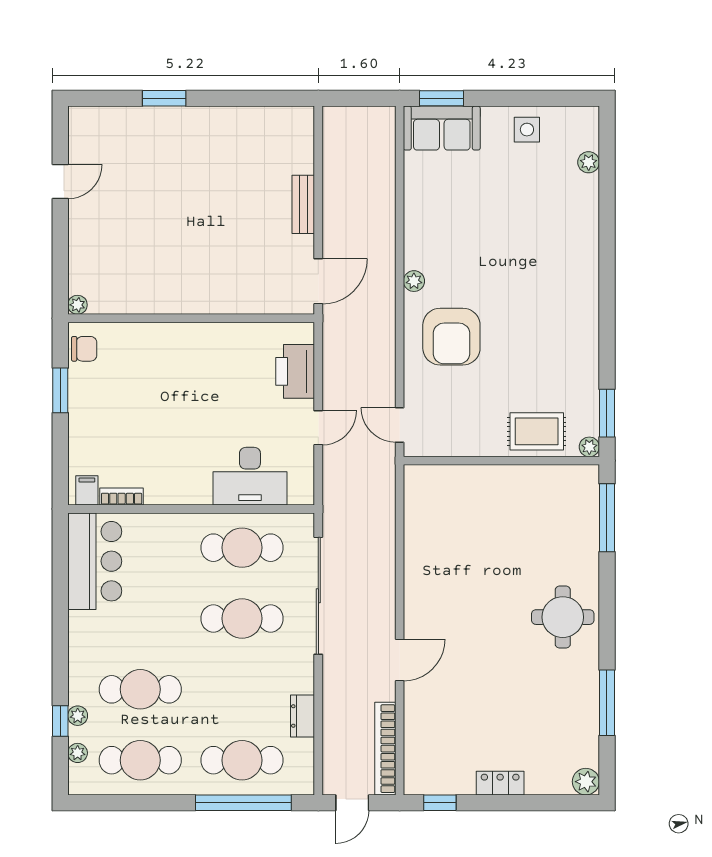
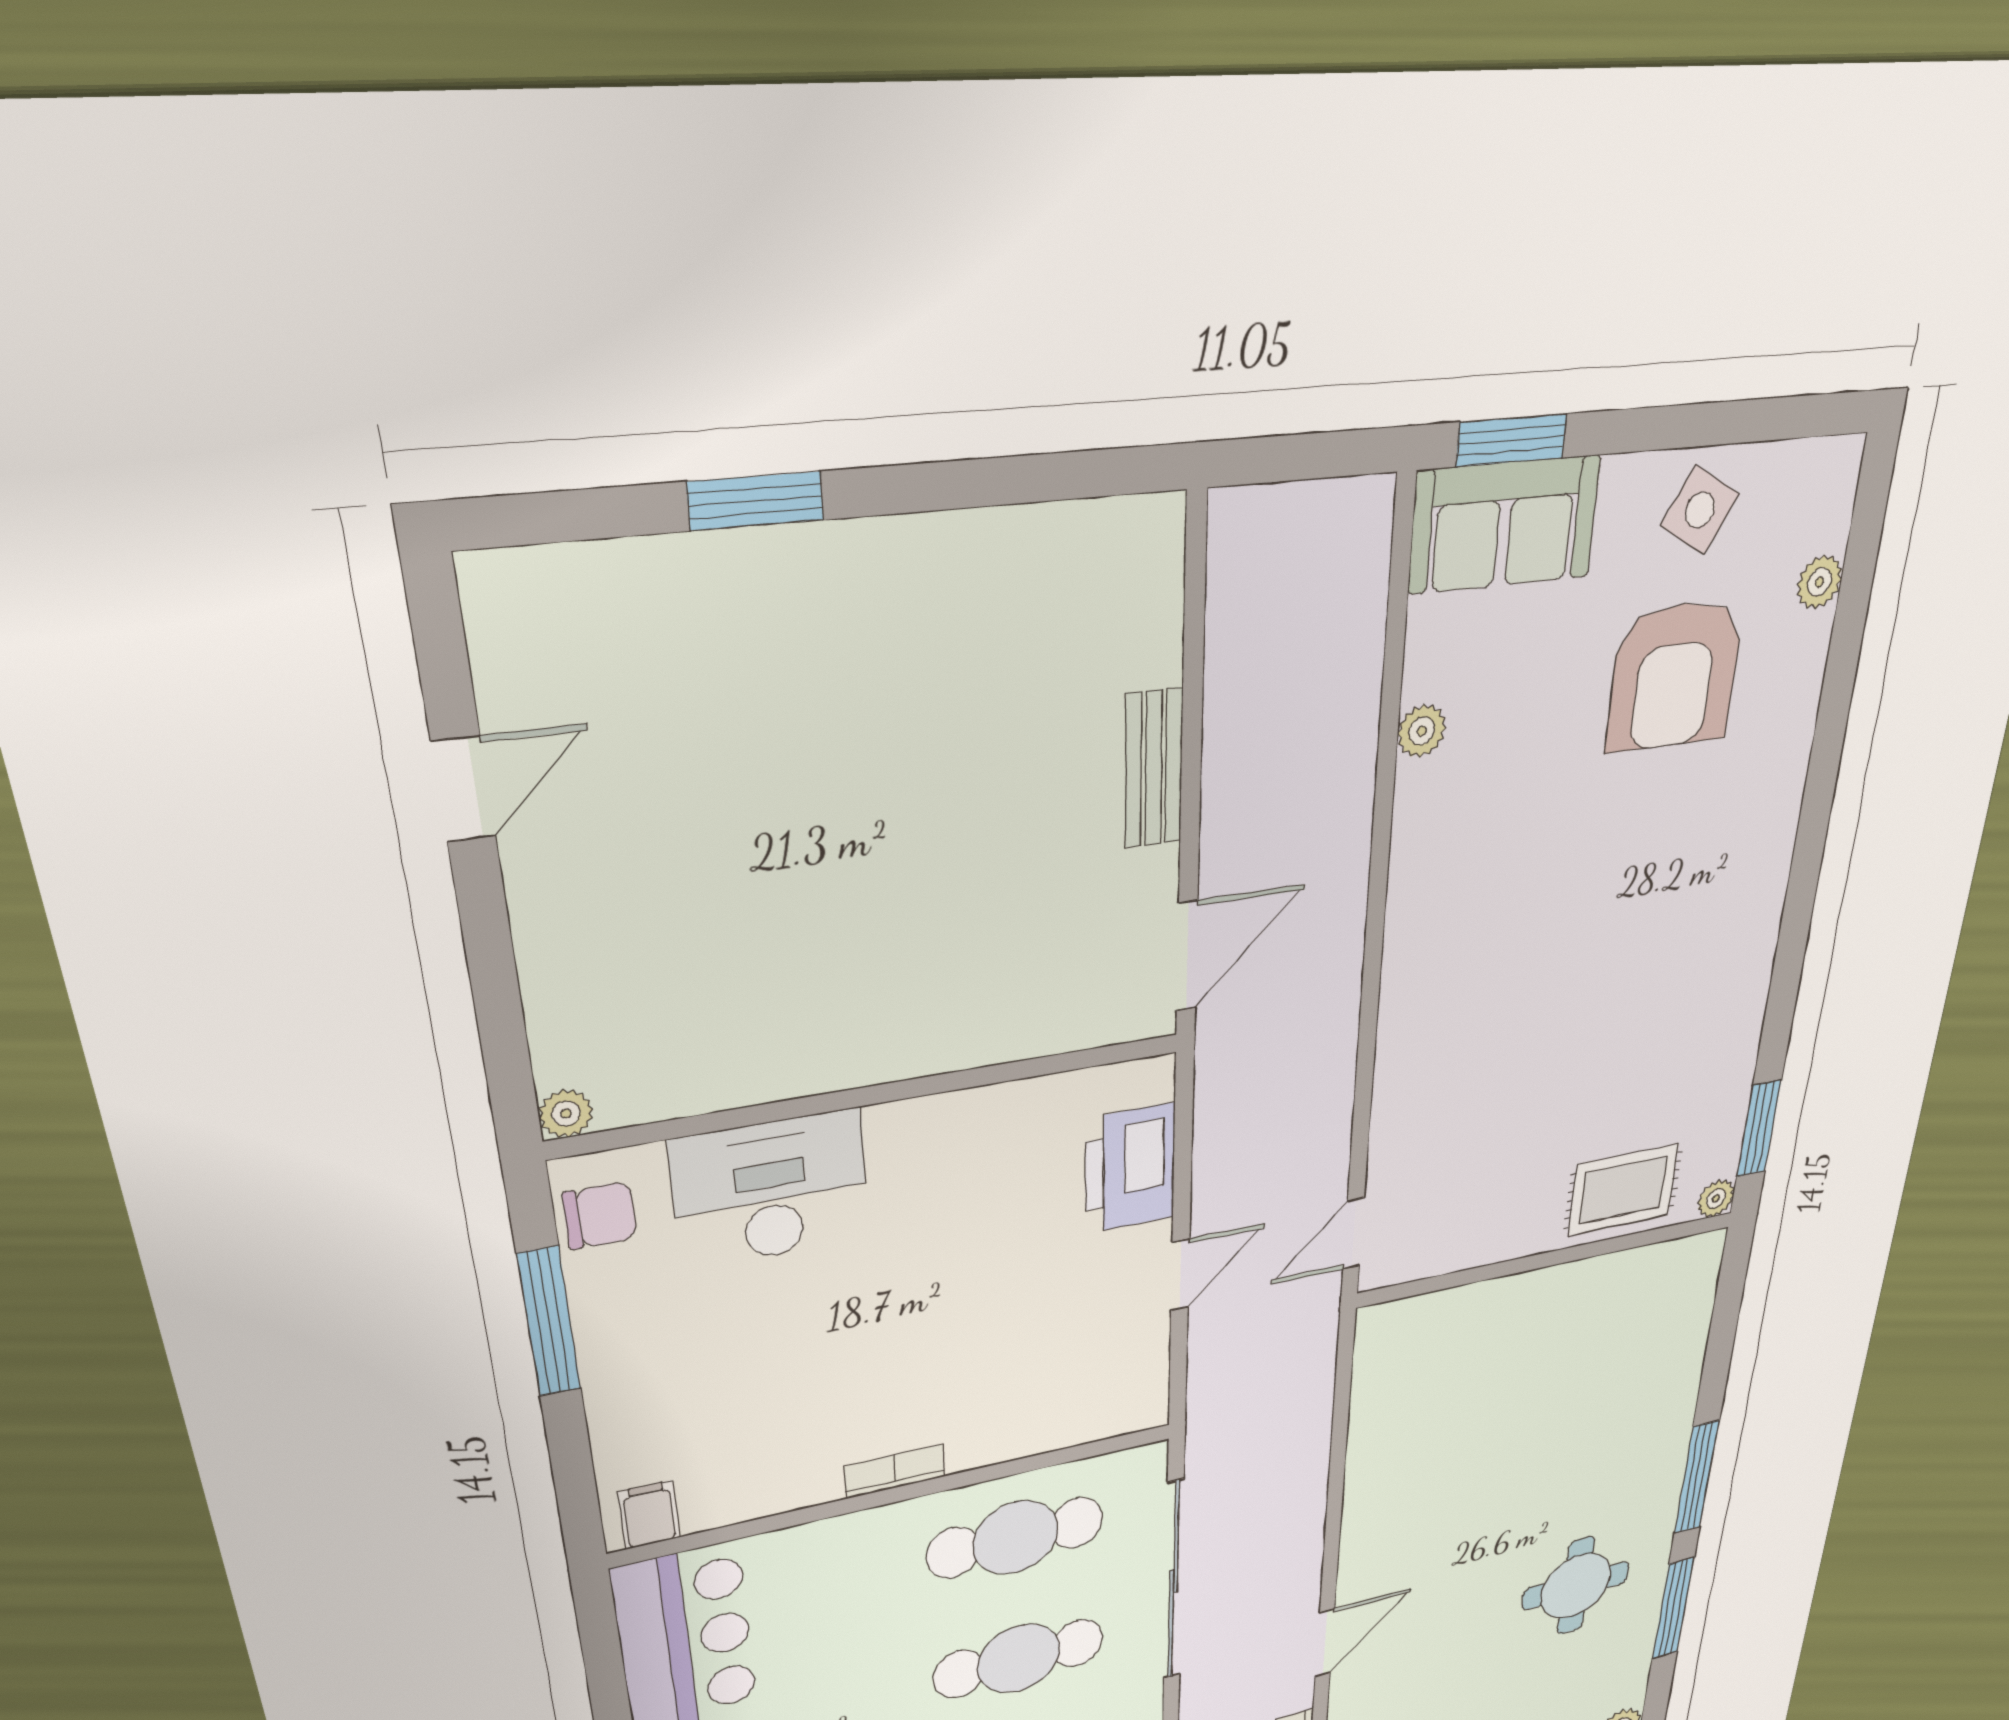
side table: (527, 130) -> (1700, 510), turned 30
plant: (414, 281) -> (1422, 731), moved
armchair: (451, 337) -> (1674, 676), moved
window: (60, 390) -> (549, 1322), width x1.44
door: (400, 425) -> (1354, 1234), hinge flipped
desk: (250, 476) -> (771, 1190), moved, turned 180
bookcase: (122, 497) -> (895, 1471), moved
window: (607, 518) -> (1697, 1477), moved
round table: (563, 617) -> (1576, 1586), moved

